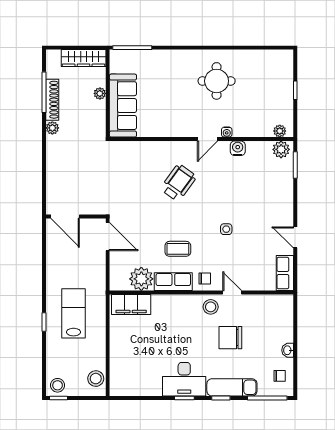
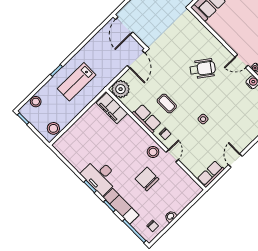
plant: (141, 279) -> (121, 89), moved
lab bench: (74, 313) -> (77, 82), turned 180
stool: (58, 385) -> (36, 102), moved

